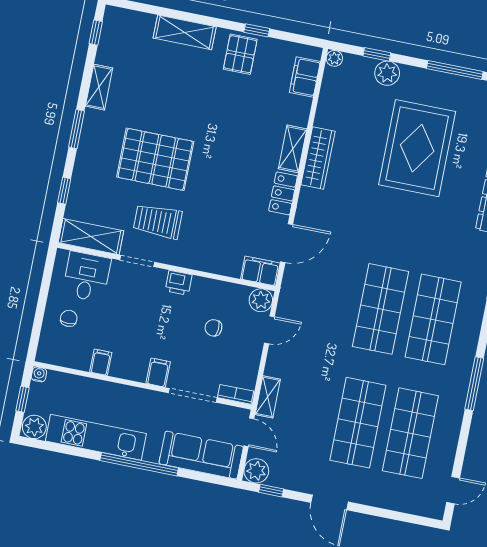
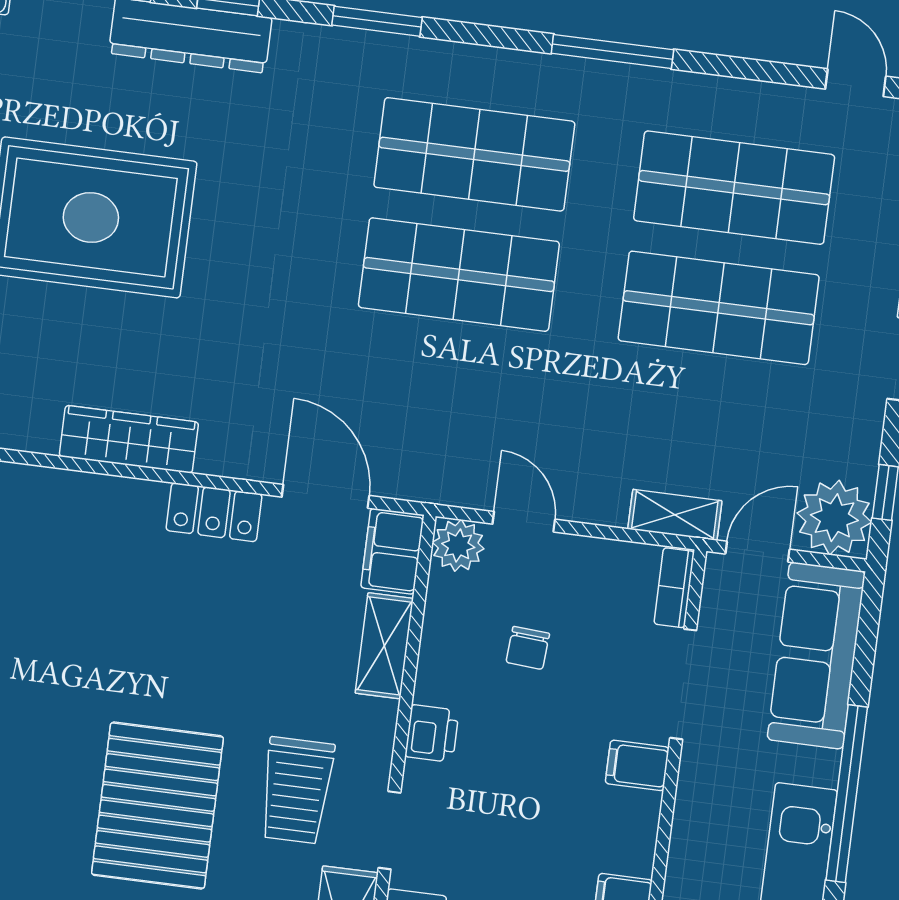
shelving: (293, 149) -> (384, 646), moved, turned 90
plant: (256, 471) -> (834, 518), width x1.36, depth x1.36

